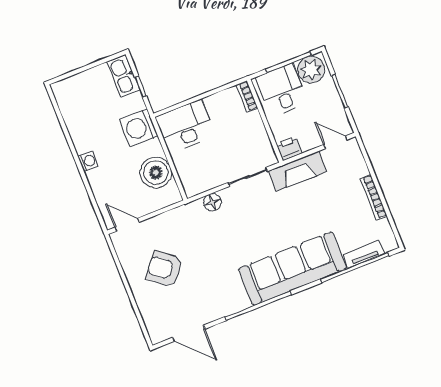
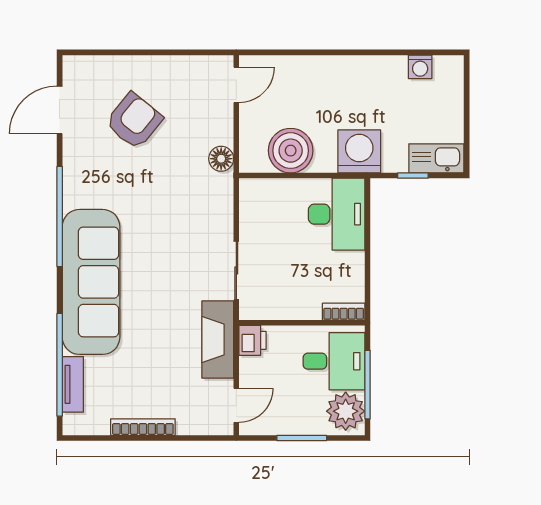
washing machine: (88, 161) -> (420, 67), moved
floor lamp: (212, 202) -> (221, 159), moved
armchair: (164, 269) -> (134, 121), moved

